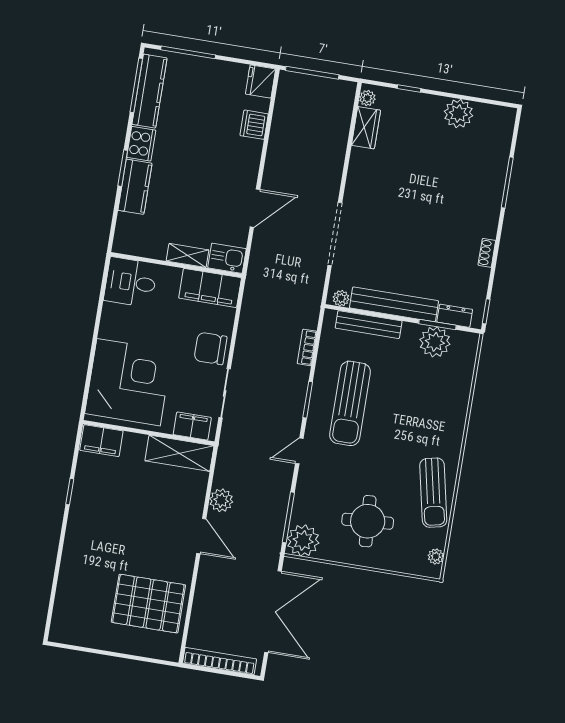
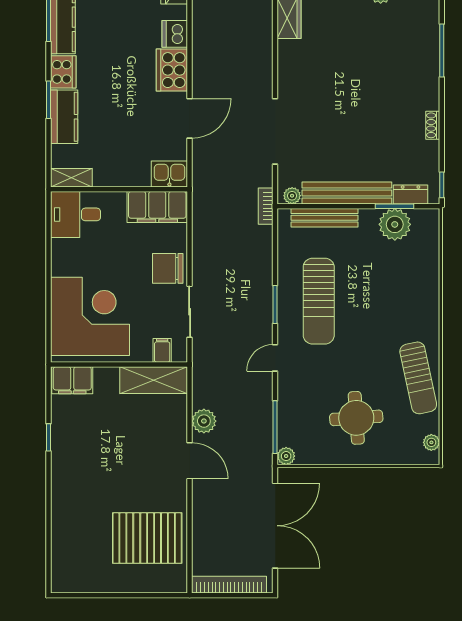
cooker: (246, 159) -> (172, 70), added
shelving: (188, 255) -> (71, 178), moved
bookcase: (307, 347) -> (266, 206), moved
filing cabinet: (192, 426) -> (162, 350), width x0.50
plant: (303, 541) -> (286, 456), width x0.53, depth x0.53

